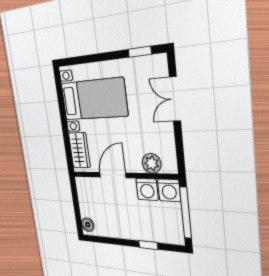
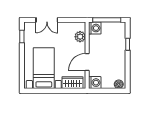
door: (113, 175) -> (87, 62), hinge flipped
washing machine: (147, 189) -> (95, 83), moved

